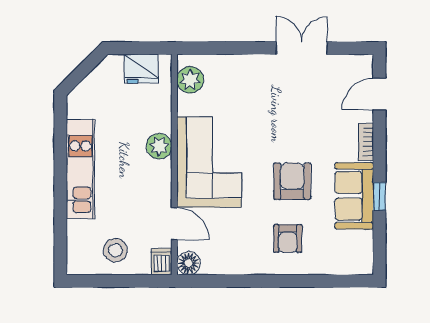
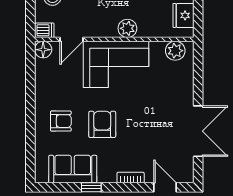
double door: (302, 48) -> (198, 131), width x1.37
armchair: (292, 181) -> (102, 124), turned -90
sofa: (354, 196) -> (73, 169), moved
armchair: (288, 239) -> (61, 121), turned 180

